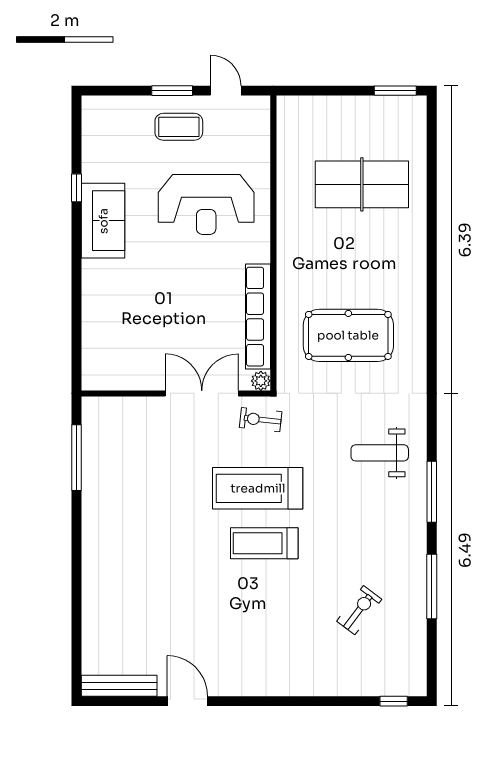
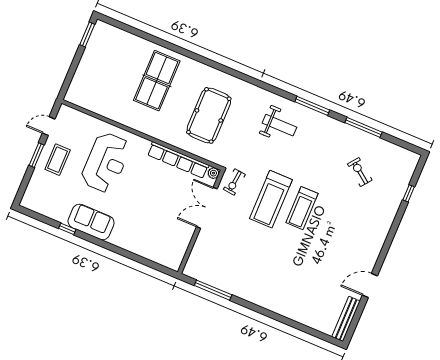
table tennis table: (362, 184) -> (157, 81), moved
weight bench: (380, 453) -> (279, 125), turned -90
window: (394, 701) -> (409, 193), moved

